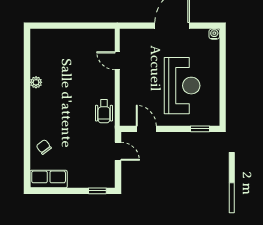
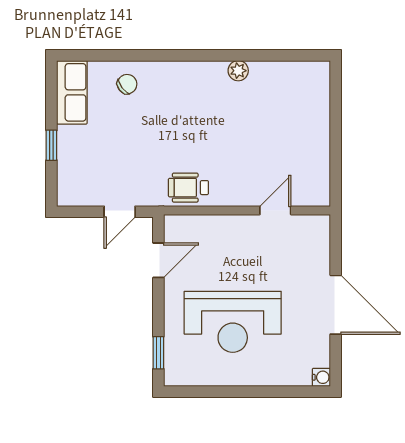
window: (97, 191) -> (51, 145), moved

